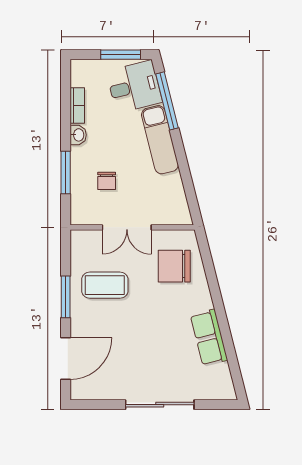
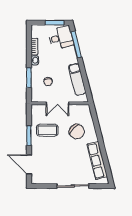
exam couch: (160, 140) -> (77, 79), moved
chair: (174, 266) -> (77, 132), moved, turned -137
row of seats: (209, 338) -> (97, 160), width x1.48
door: (66, 359) -> (29, 164), swing flipped

